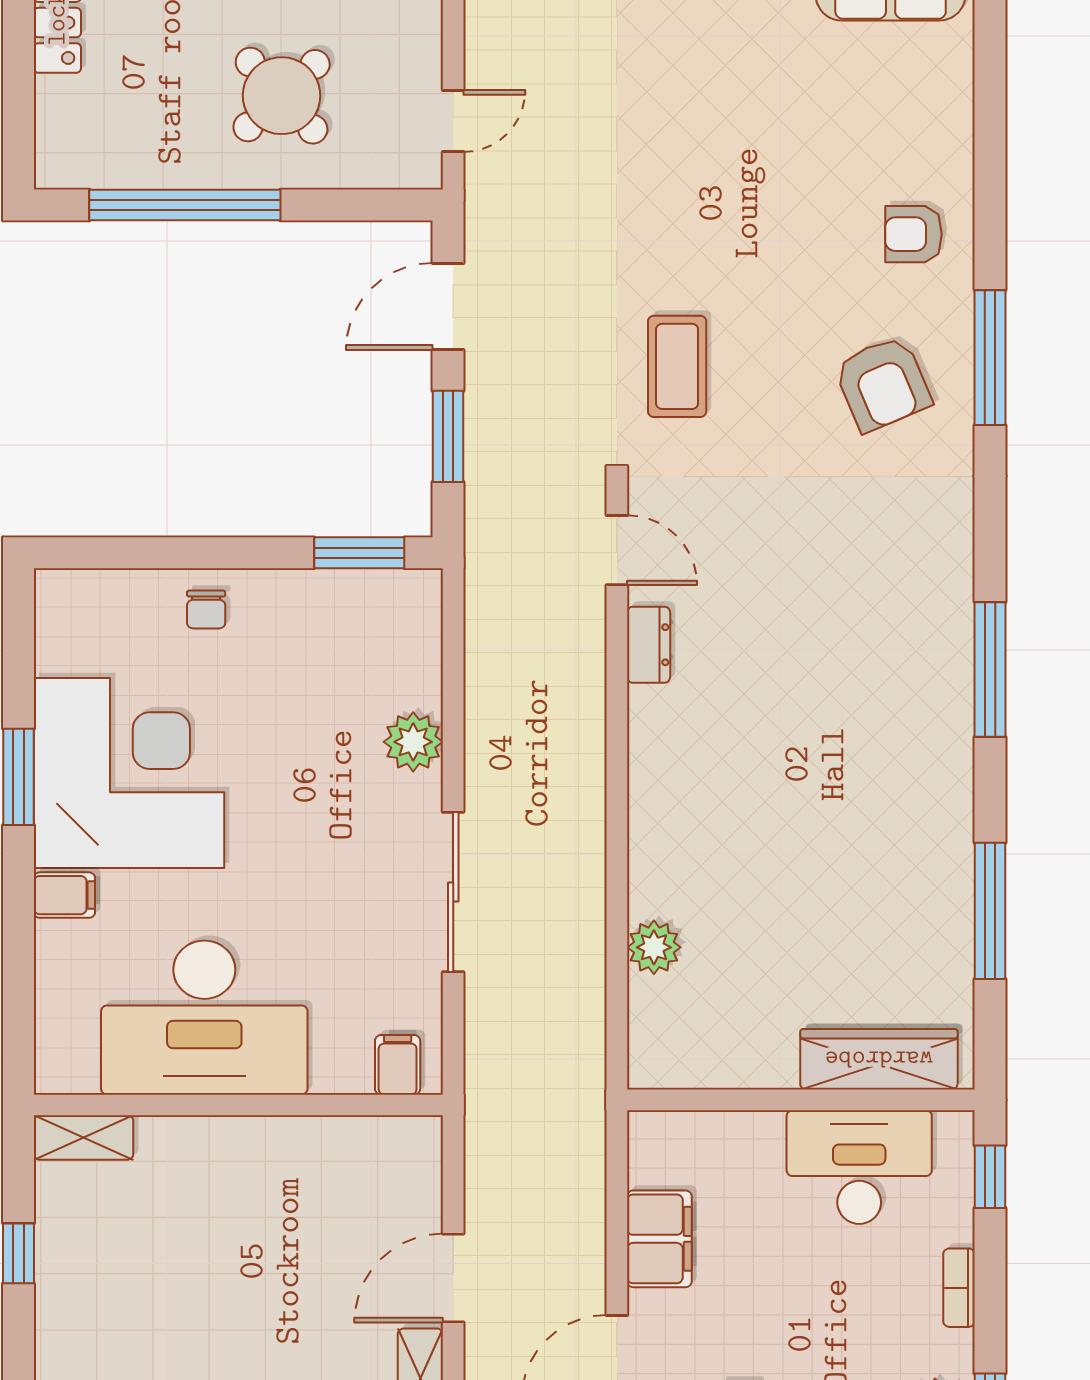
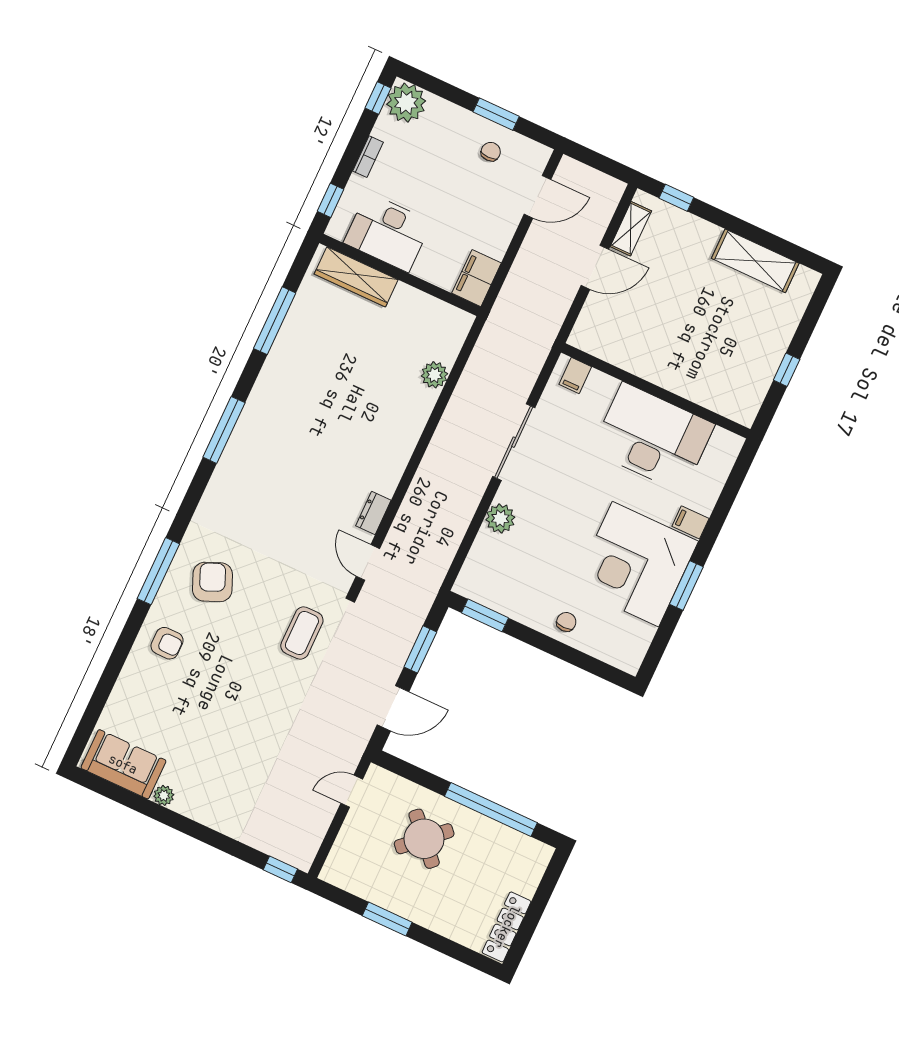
shelving: (84, 1138) -> (733, 409), removed
filing cabinet: (659, 1239) -> (476, 278), moved

